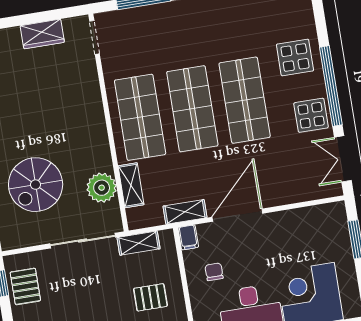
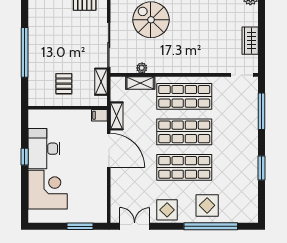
window: (331, 86) -> (211, 226), moved
plant: (102, 188) -> (142, 68), width x0.53, depth x0.53
chair: (214, 272) -> (74, 129), removed

